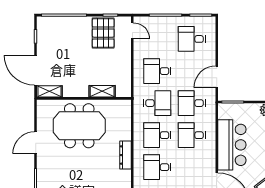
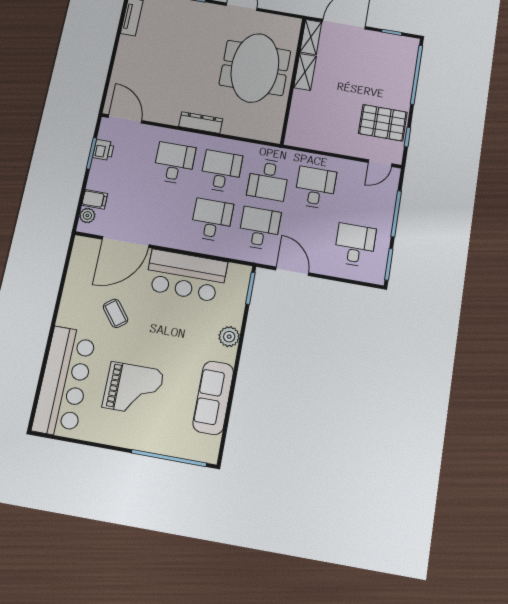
shelving: (102, 91) -> (305, 72), moved

